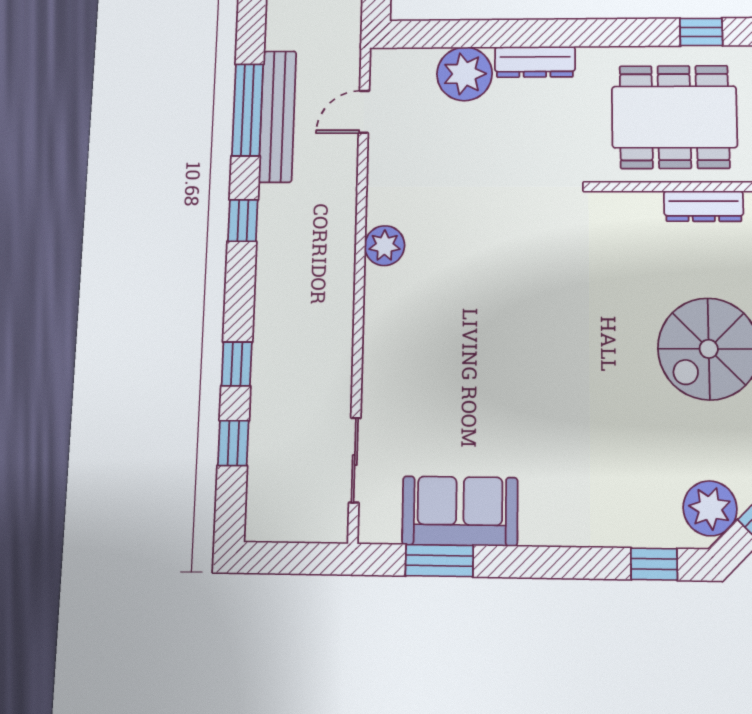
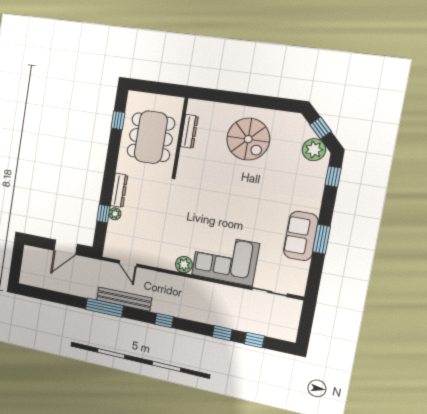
window: (473, 34) -> (103, 214), added
plant: (464, 74) -> (115, 214), width x0.53, depth x0.53
window: (248, 110) -> (104, 307), moved
corner sofa: (414, 342) -> (225, 259), added
sofa: (460, 511) -> (301, 236), moved
window: (439, 561) -> (321, 239), moved

